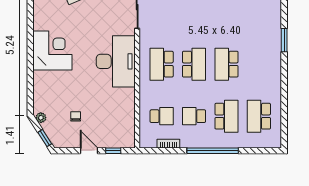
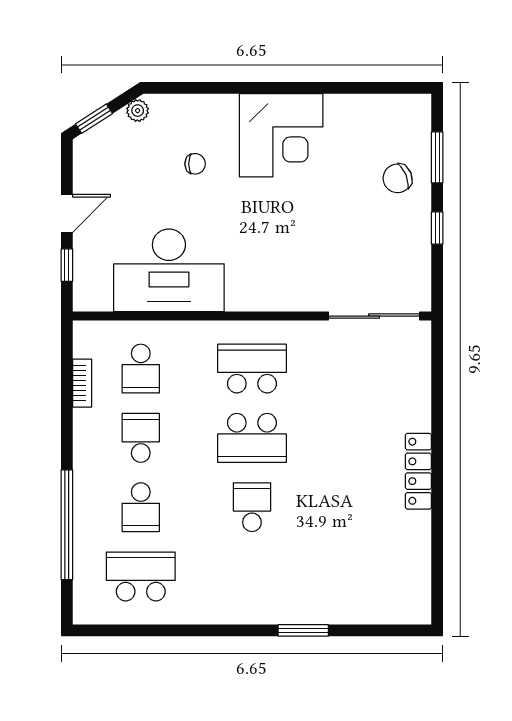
desk: (116, 61) -> (169, 270), moved
school desk: (226, 64) -> (252, 507), width x0.54
chair: (76, 116) -> (195, 164), moved
school desk: (226, 116) -> (141, 507), width x0.54
window: (213, 151) -> (67, 525), moved

